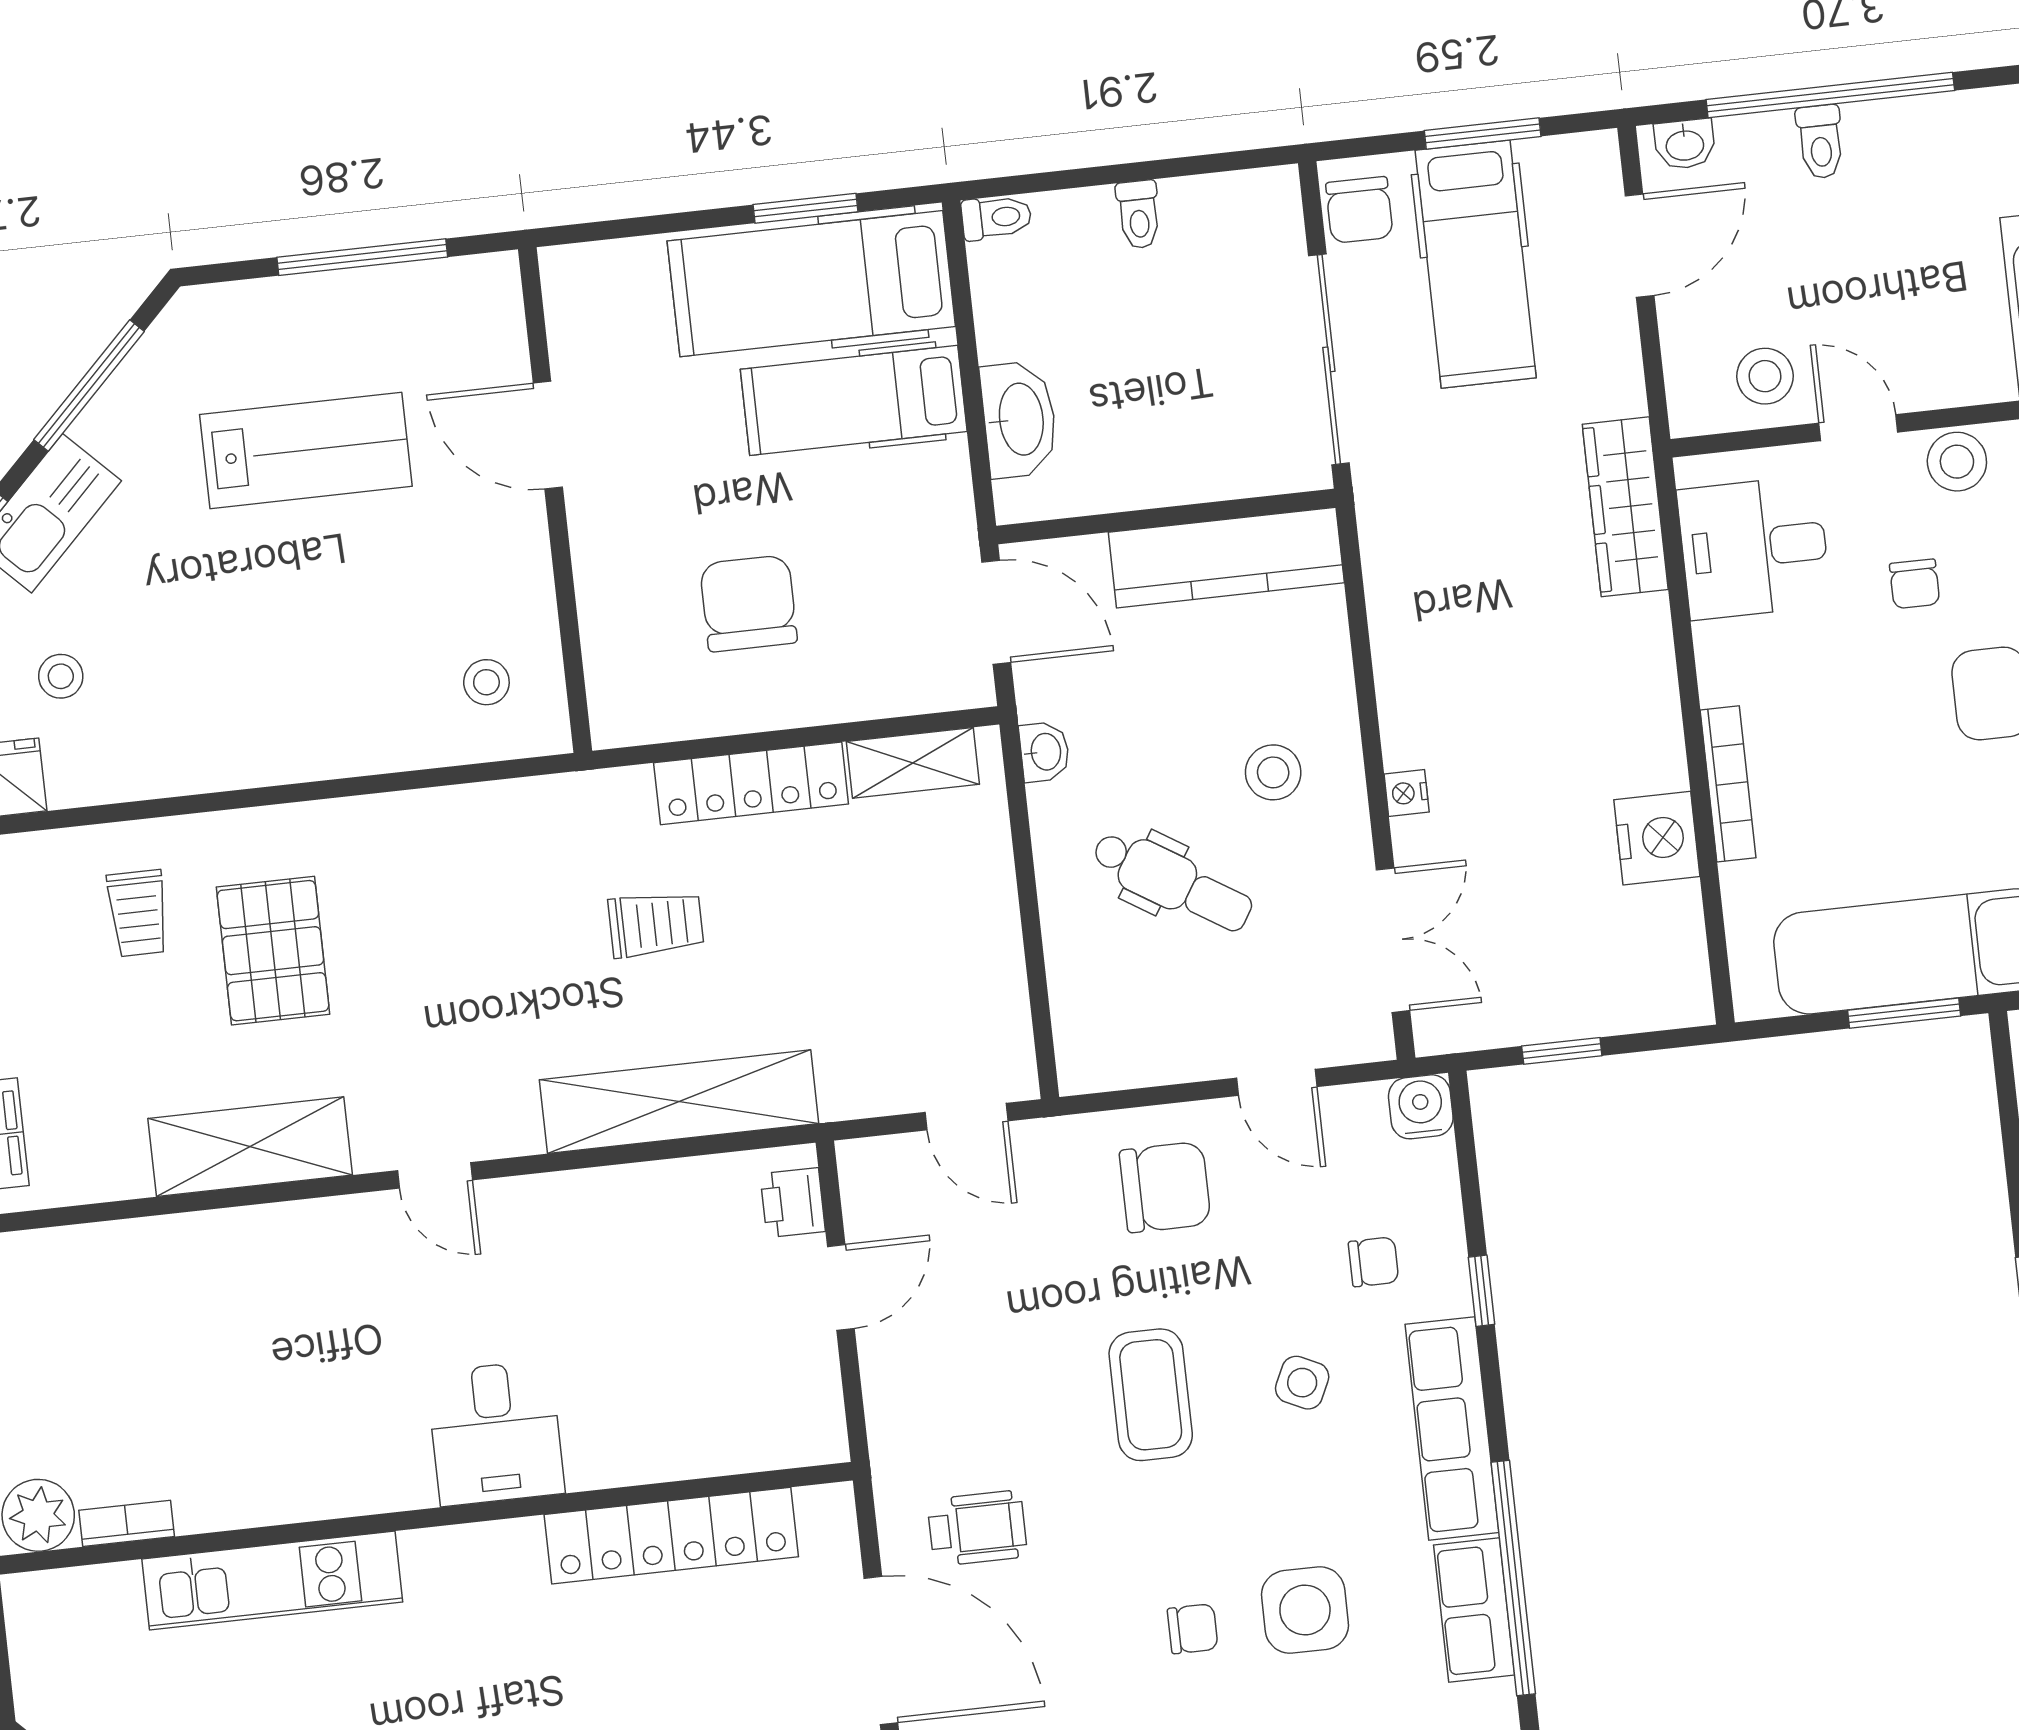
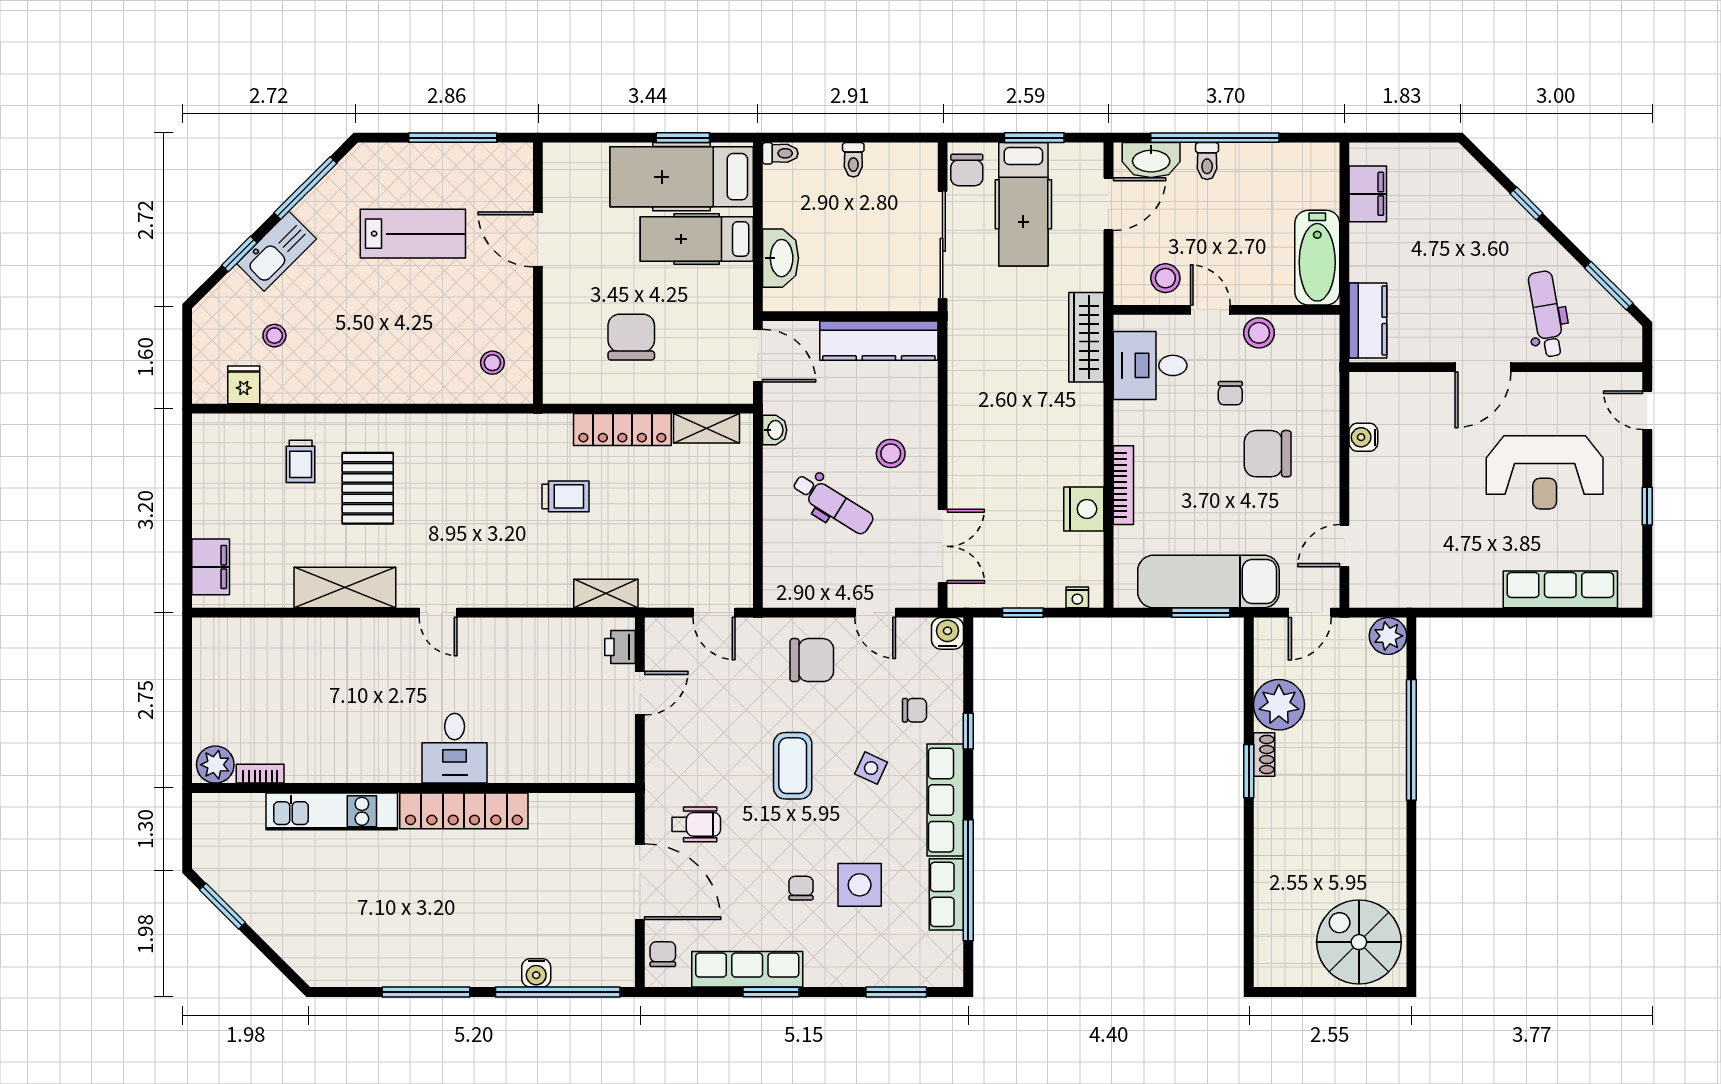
washbasin: (1685, 144) -> (1151, 160), width x1.91, depth x1.45
nightstand: (1407, 793) -> (1077, 597), moved, turned -90
shelving: (679, 1102) -> (606, 593), width x0.45, depth x0.75
locker: (671, 1536) -> (464, 811), moved
chair: (1193, 1629) -> (801, 888), turned -90

